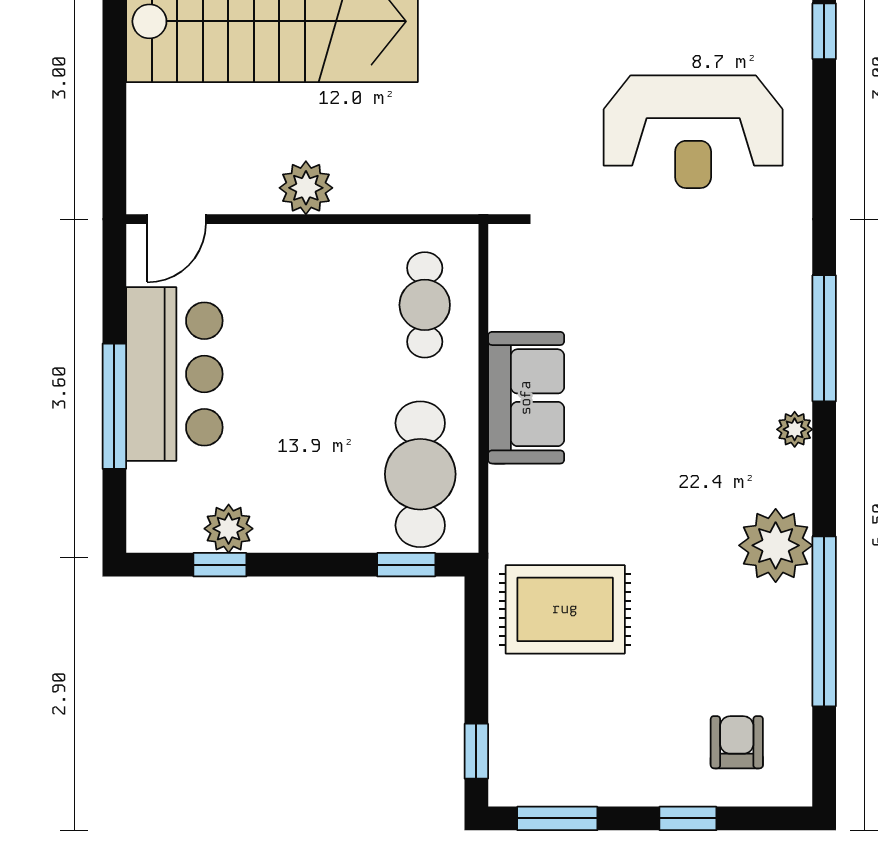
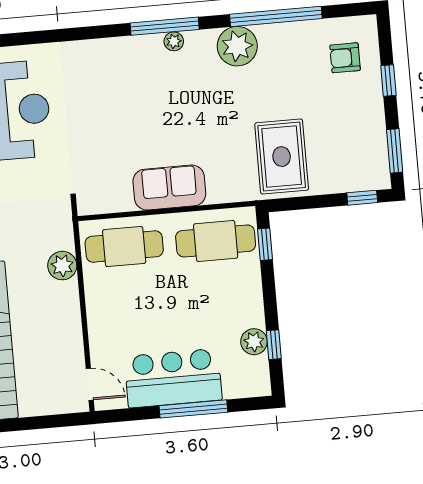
plant: (306, 188) -> (62, 266), moved
cafe table: (425, 305) -> (124, 247), width x1.37, depth x1.35
window: (824, 338) -> (165, 26), moved

